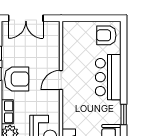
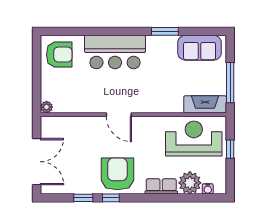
plant: (67, 26) -> (47, 107), added
armchair: (106, 35) -> (59, 55), turned -90

